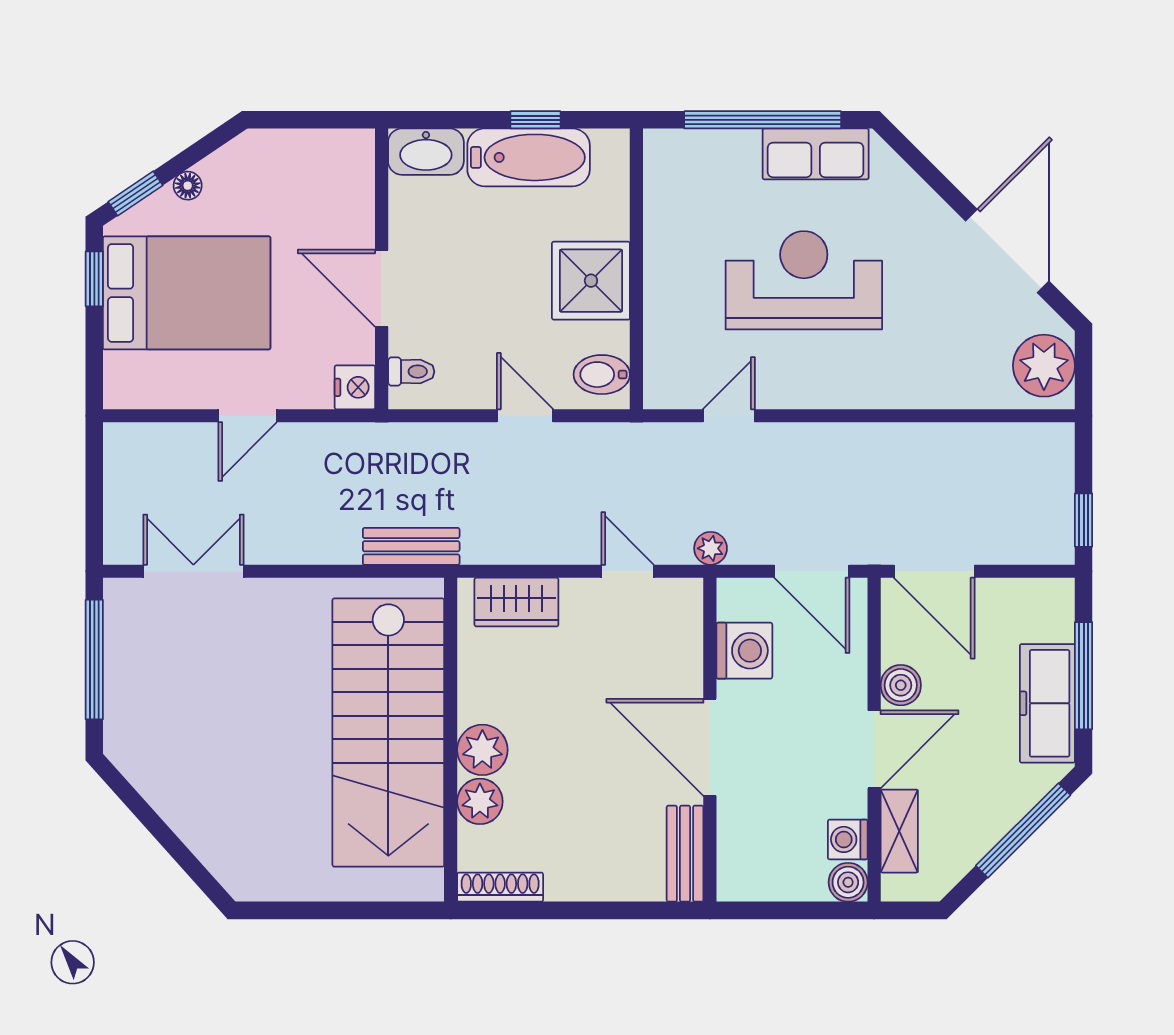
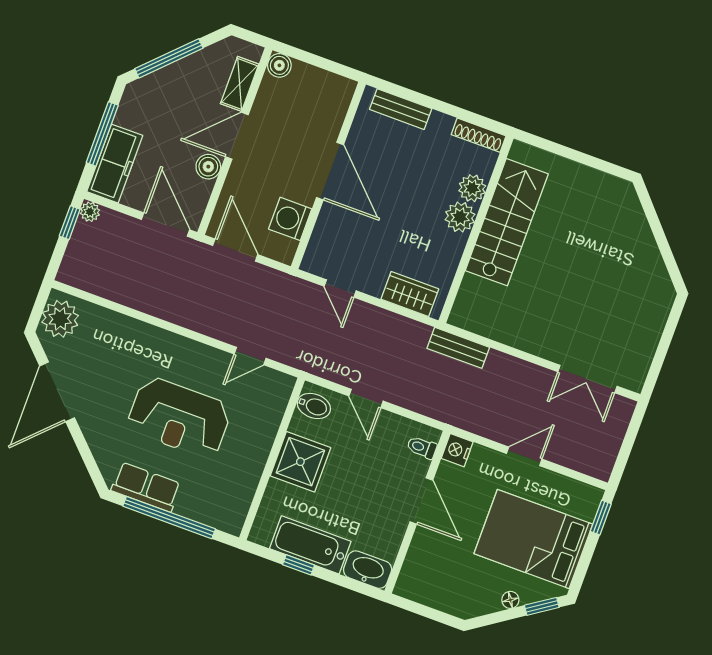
window: (94, 279) -> (601, 518), moved
plant: (711, 548) -> (90, 212), moved
window: (94, 660) -> (662, 349), removed
freezer: (1047, 703) -> (115, 164), moved
stairs: (388, 733) -> (507, 222), width x0.73, depth x0.66
washing machine: (848, 839) -> (271, 90), removed
bench: (685, 854) -> (401, 109), moved, turned 90

